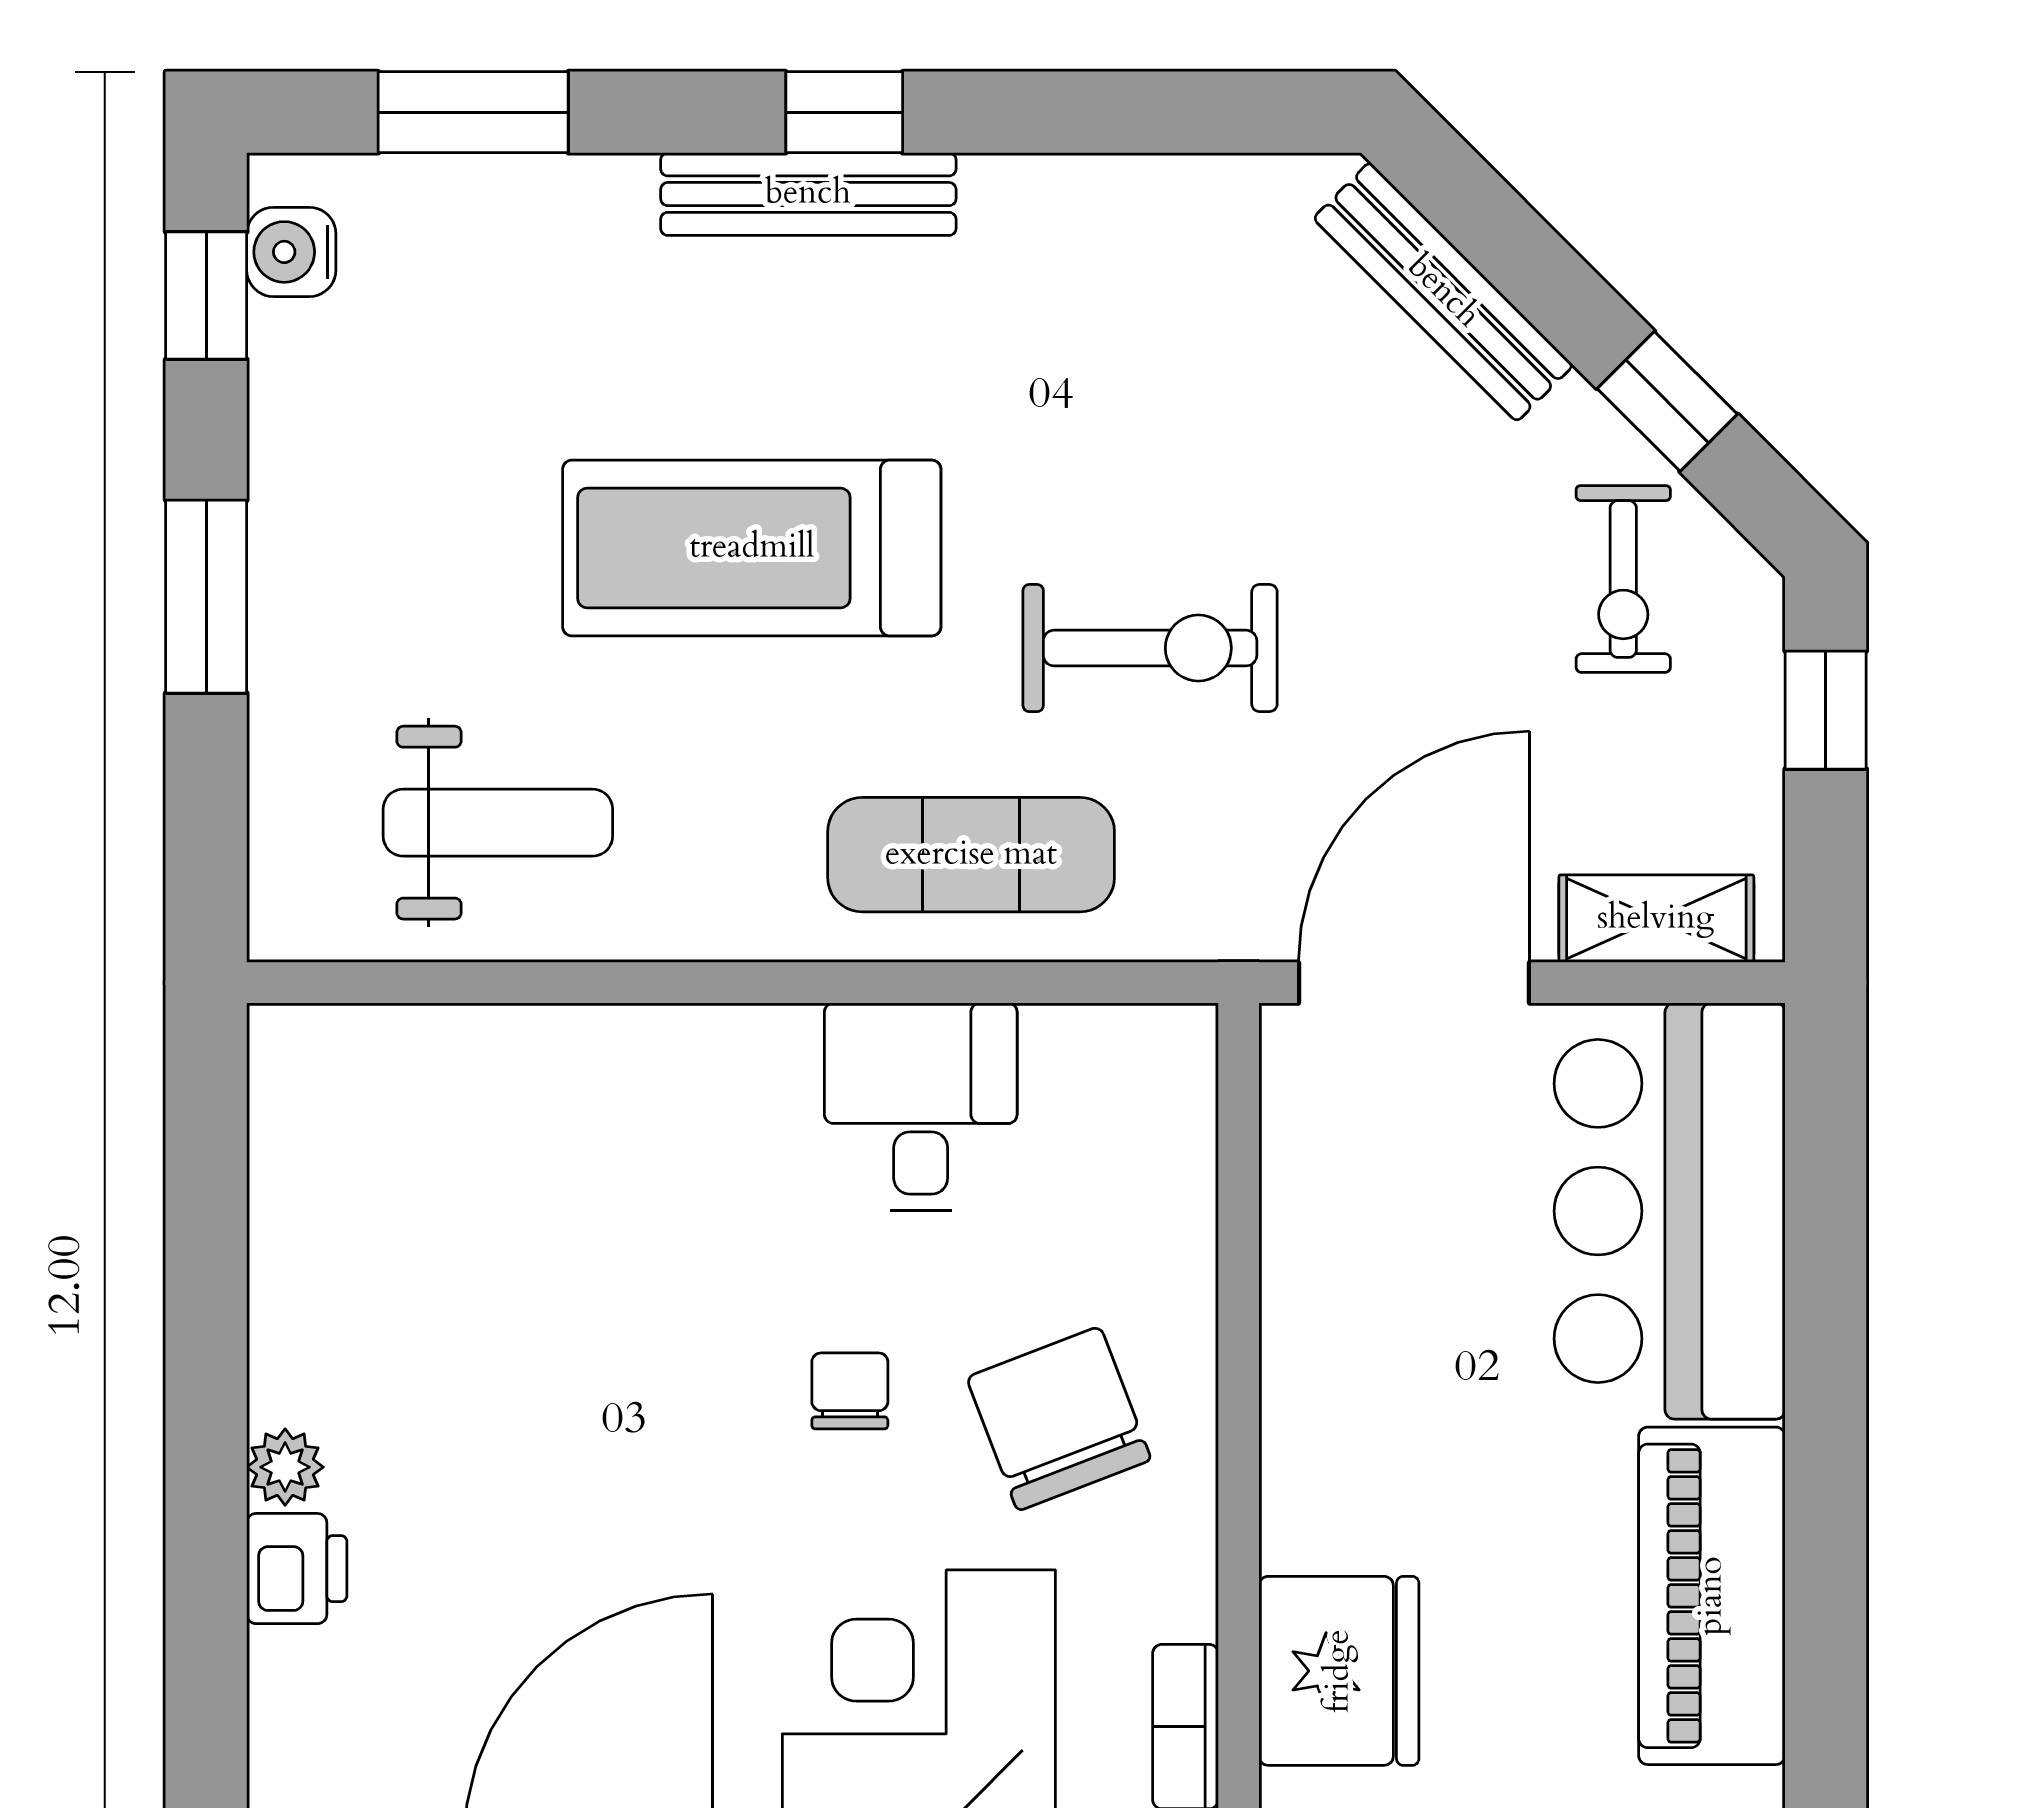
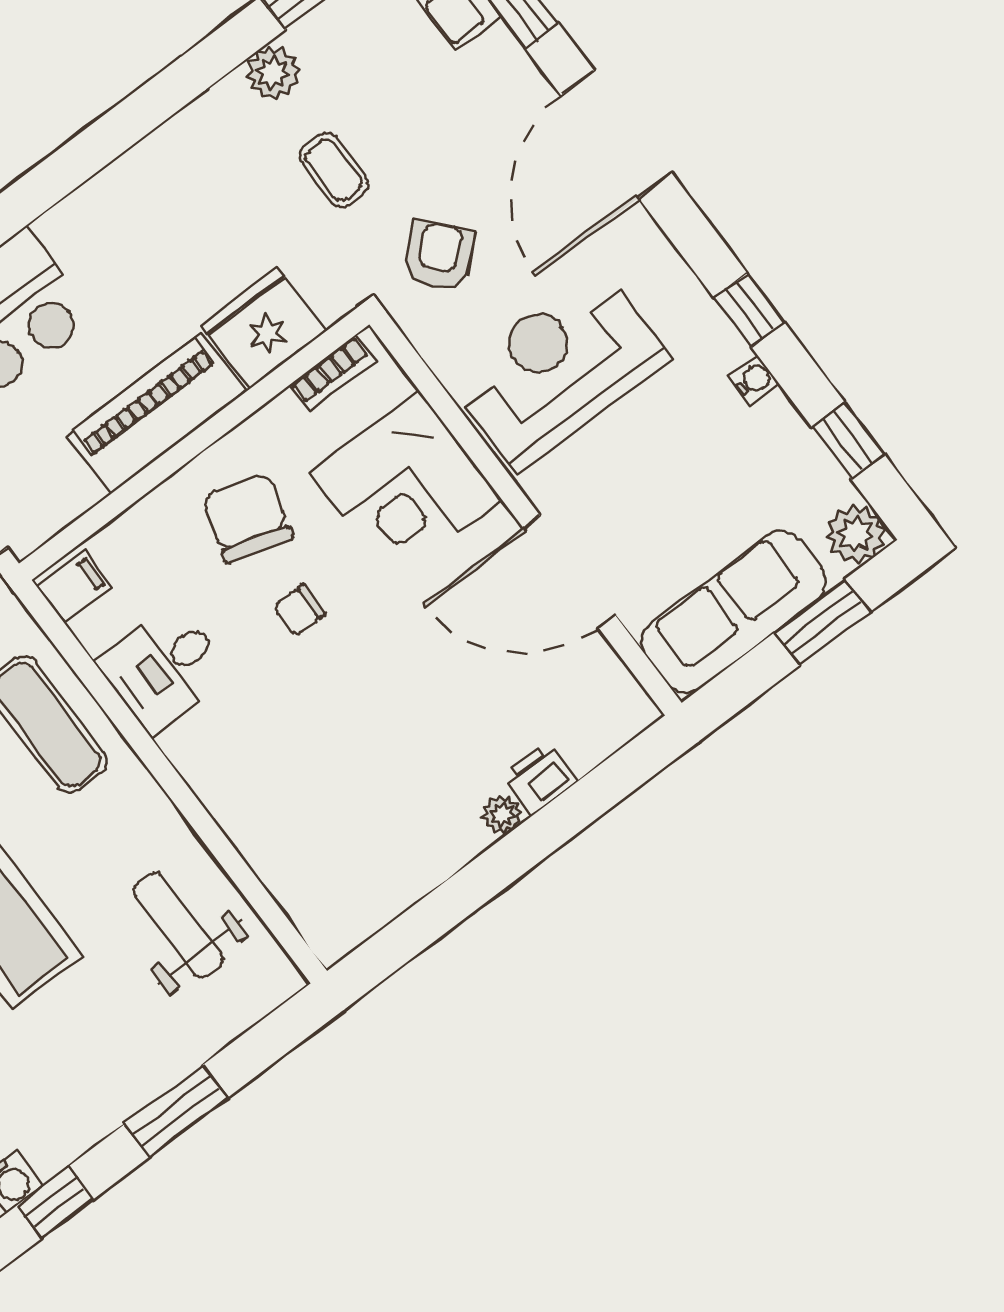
filing cabinet: (1157, 1063) -> (74, 587), added
chair: (1059, 1419) -> (247, 518), turned 127
piano: (1712, 1596) -> (156, 413), moved, turned 180

